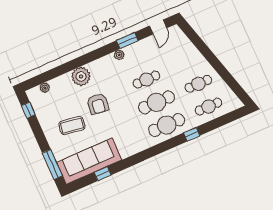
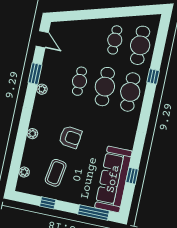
plant: (81, 76) -> (32, 134), width x0.53, depth x0.53
cafe table: (209, 107) -> (140, 45), width x1.37, depth x1.35
window: (28, 110) -> (48, 203), moved
coffee table: (72, 126) -> (56, 173), moved

